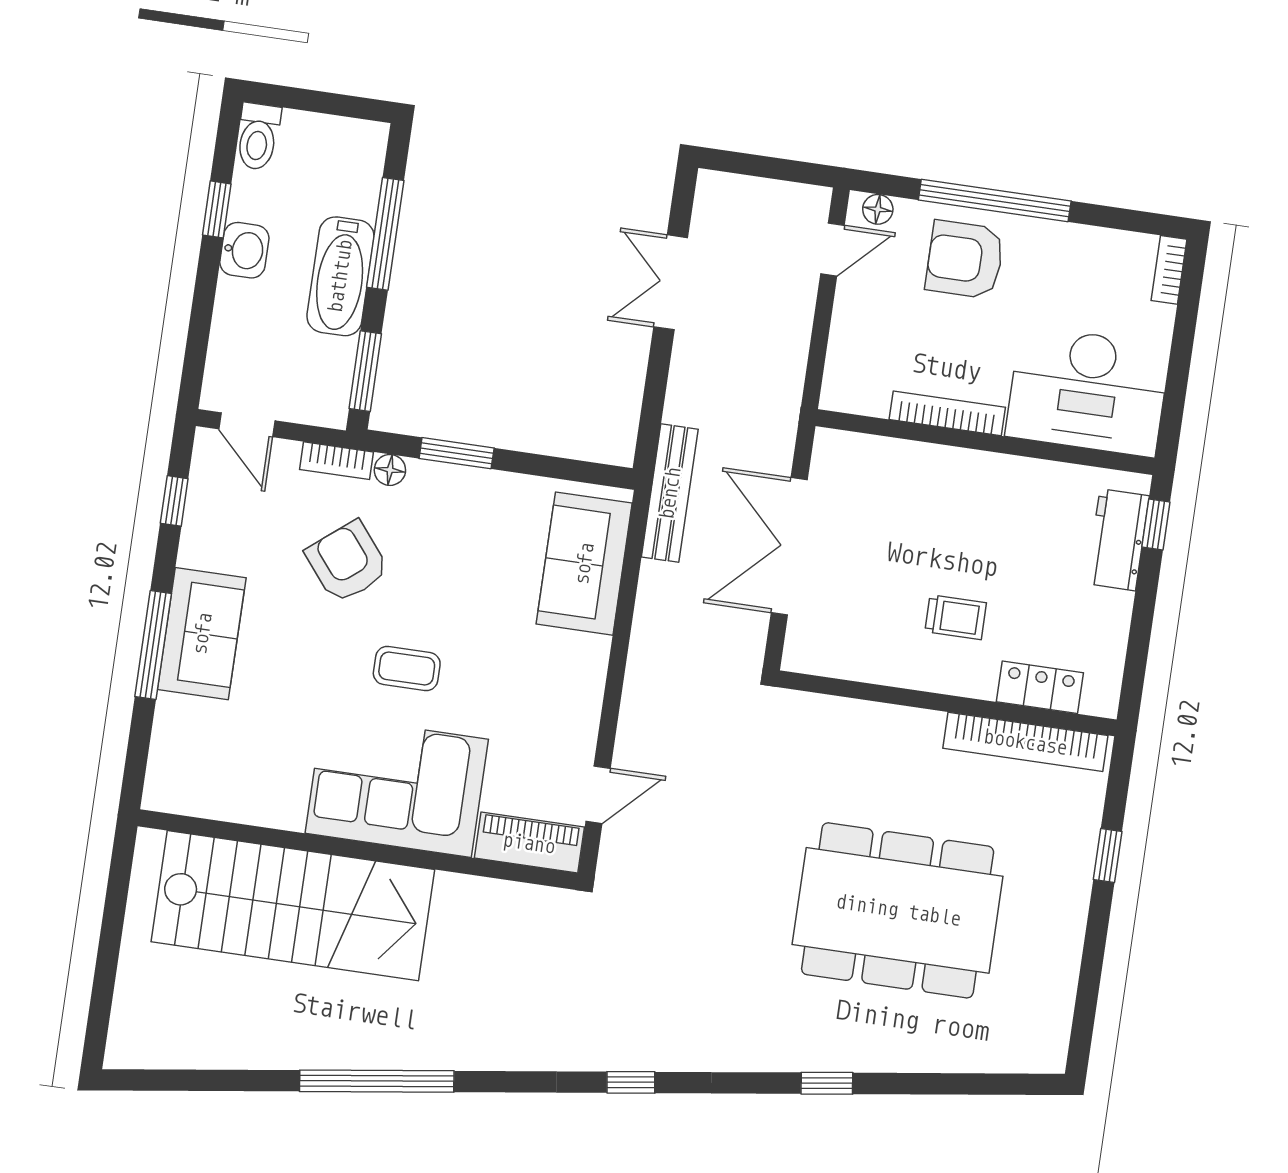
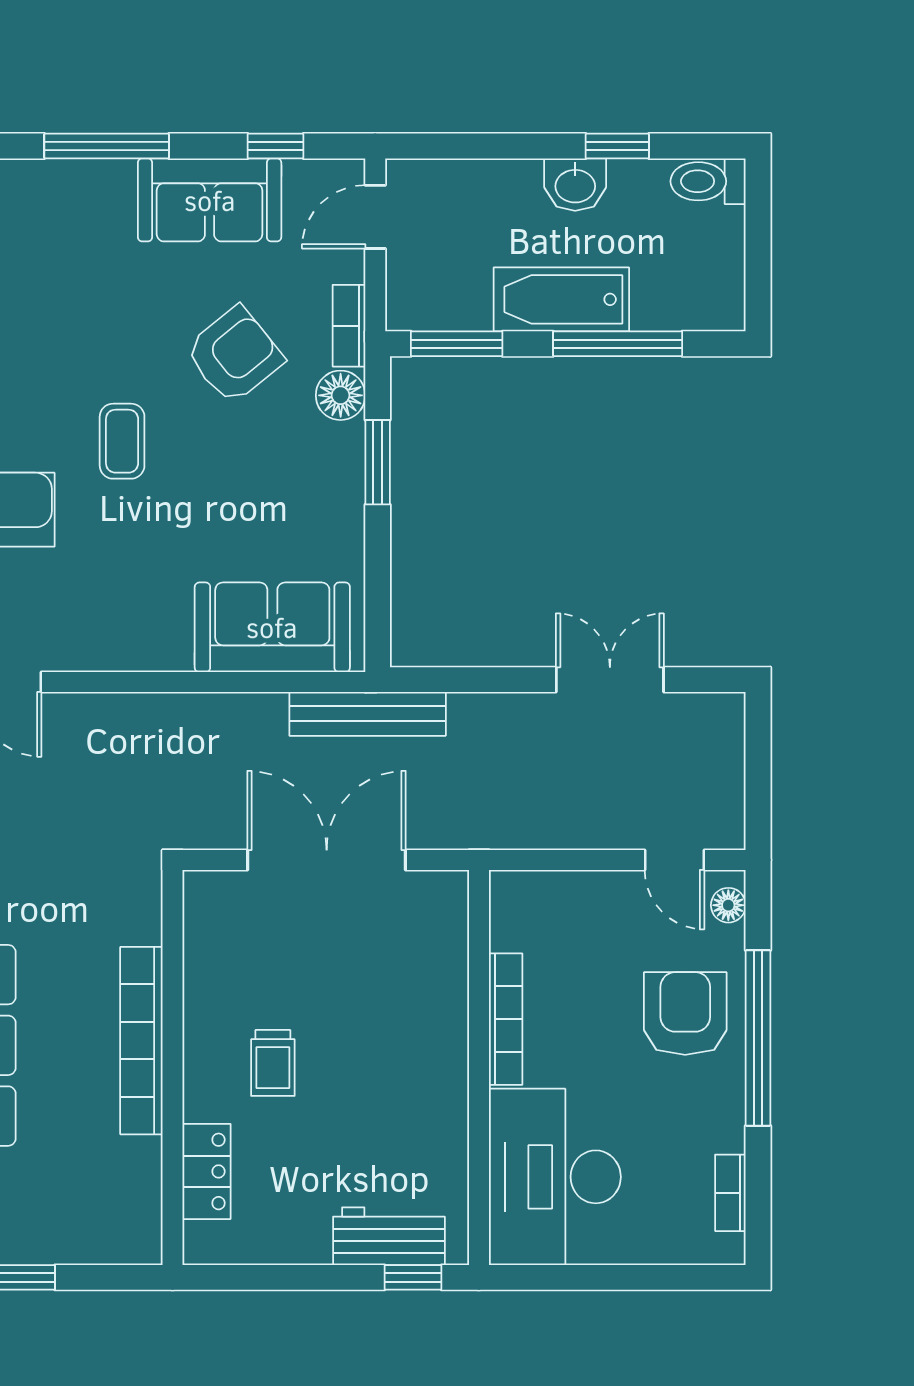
bookcase: (1169, 270) -> (730, 1193), moved, turned -90
floor lamp: (390, 470) -> (341, 395), width x1.37, depth x1.37
sofa: (202, 634) -> (210, 200), moved
bookcase: (1025, 742) -> (141, 1041), moved

